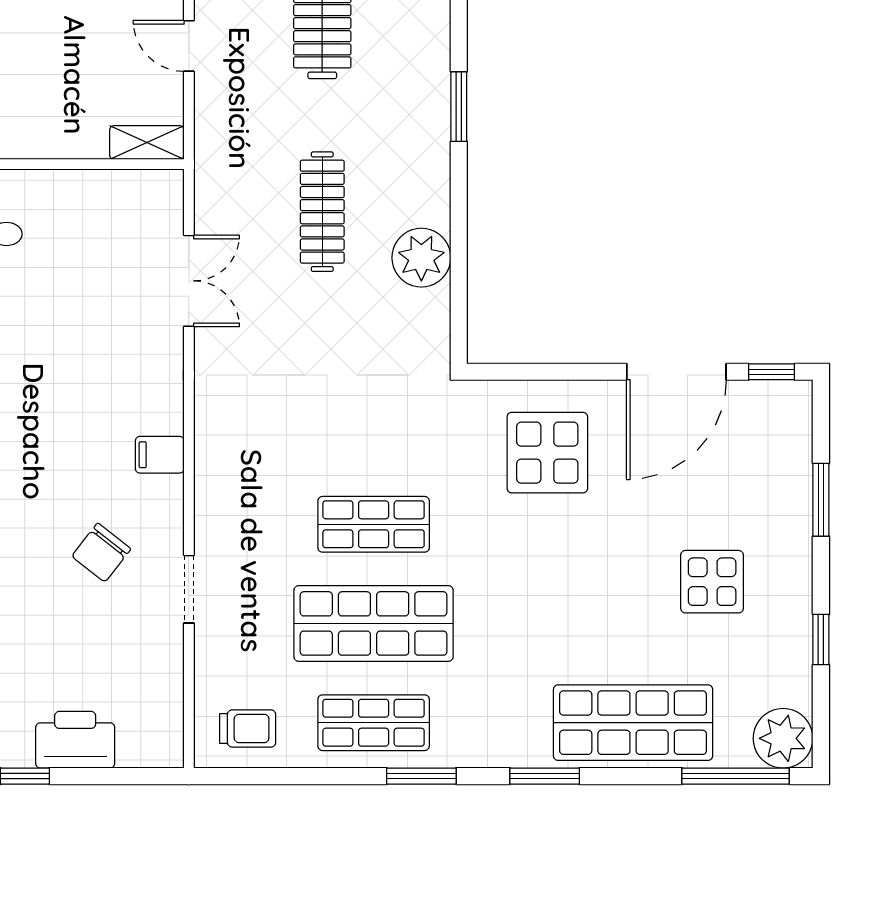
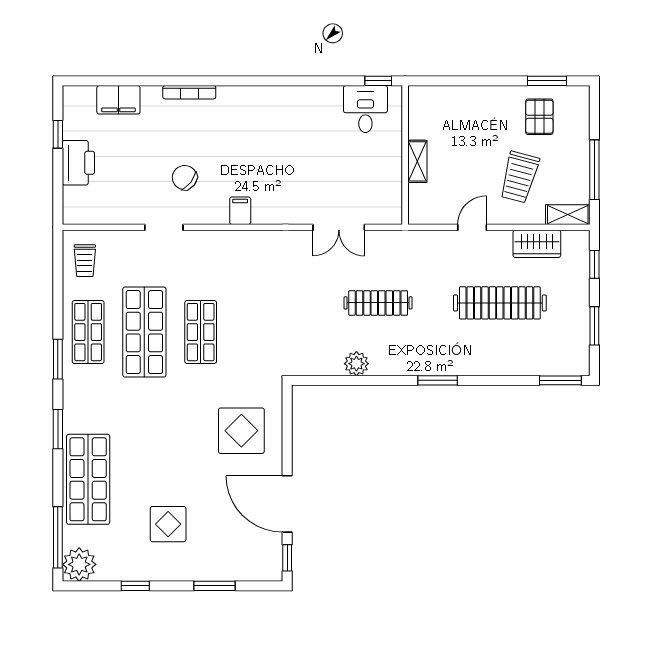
shelving: (147, 143) -> (417, 161), moved
plant: (421, 258) -> (356, 364), width x0.73, depth x0.73

